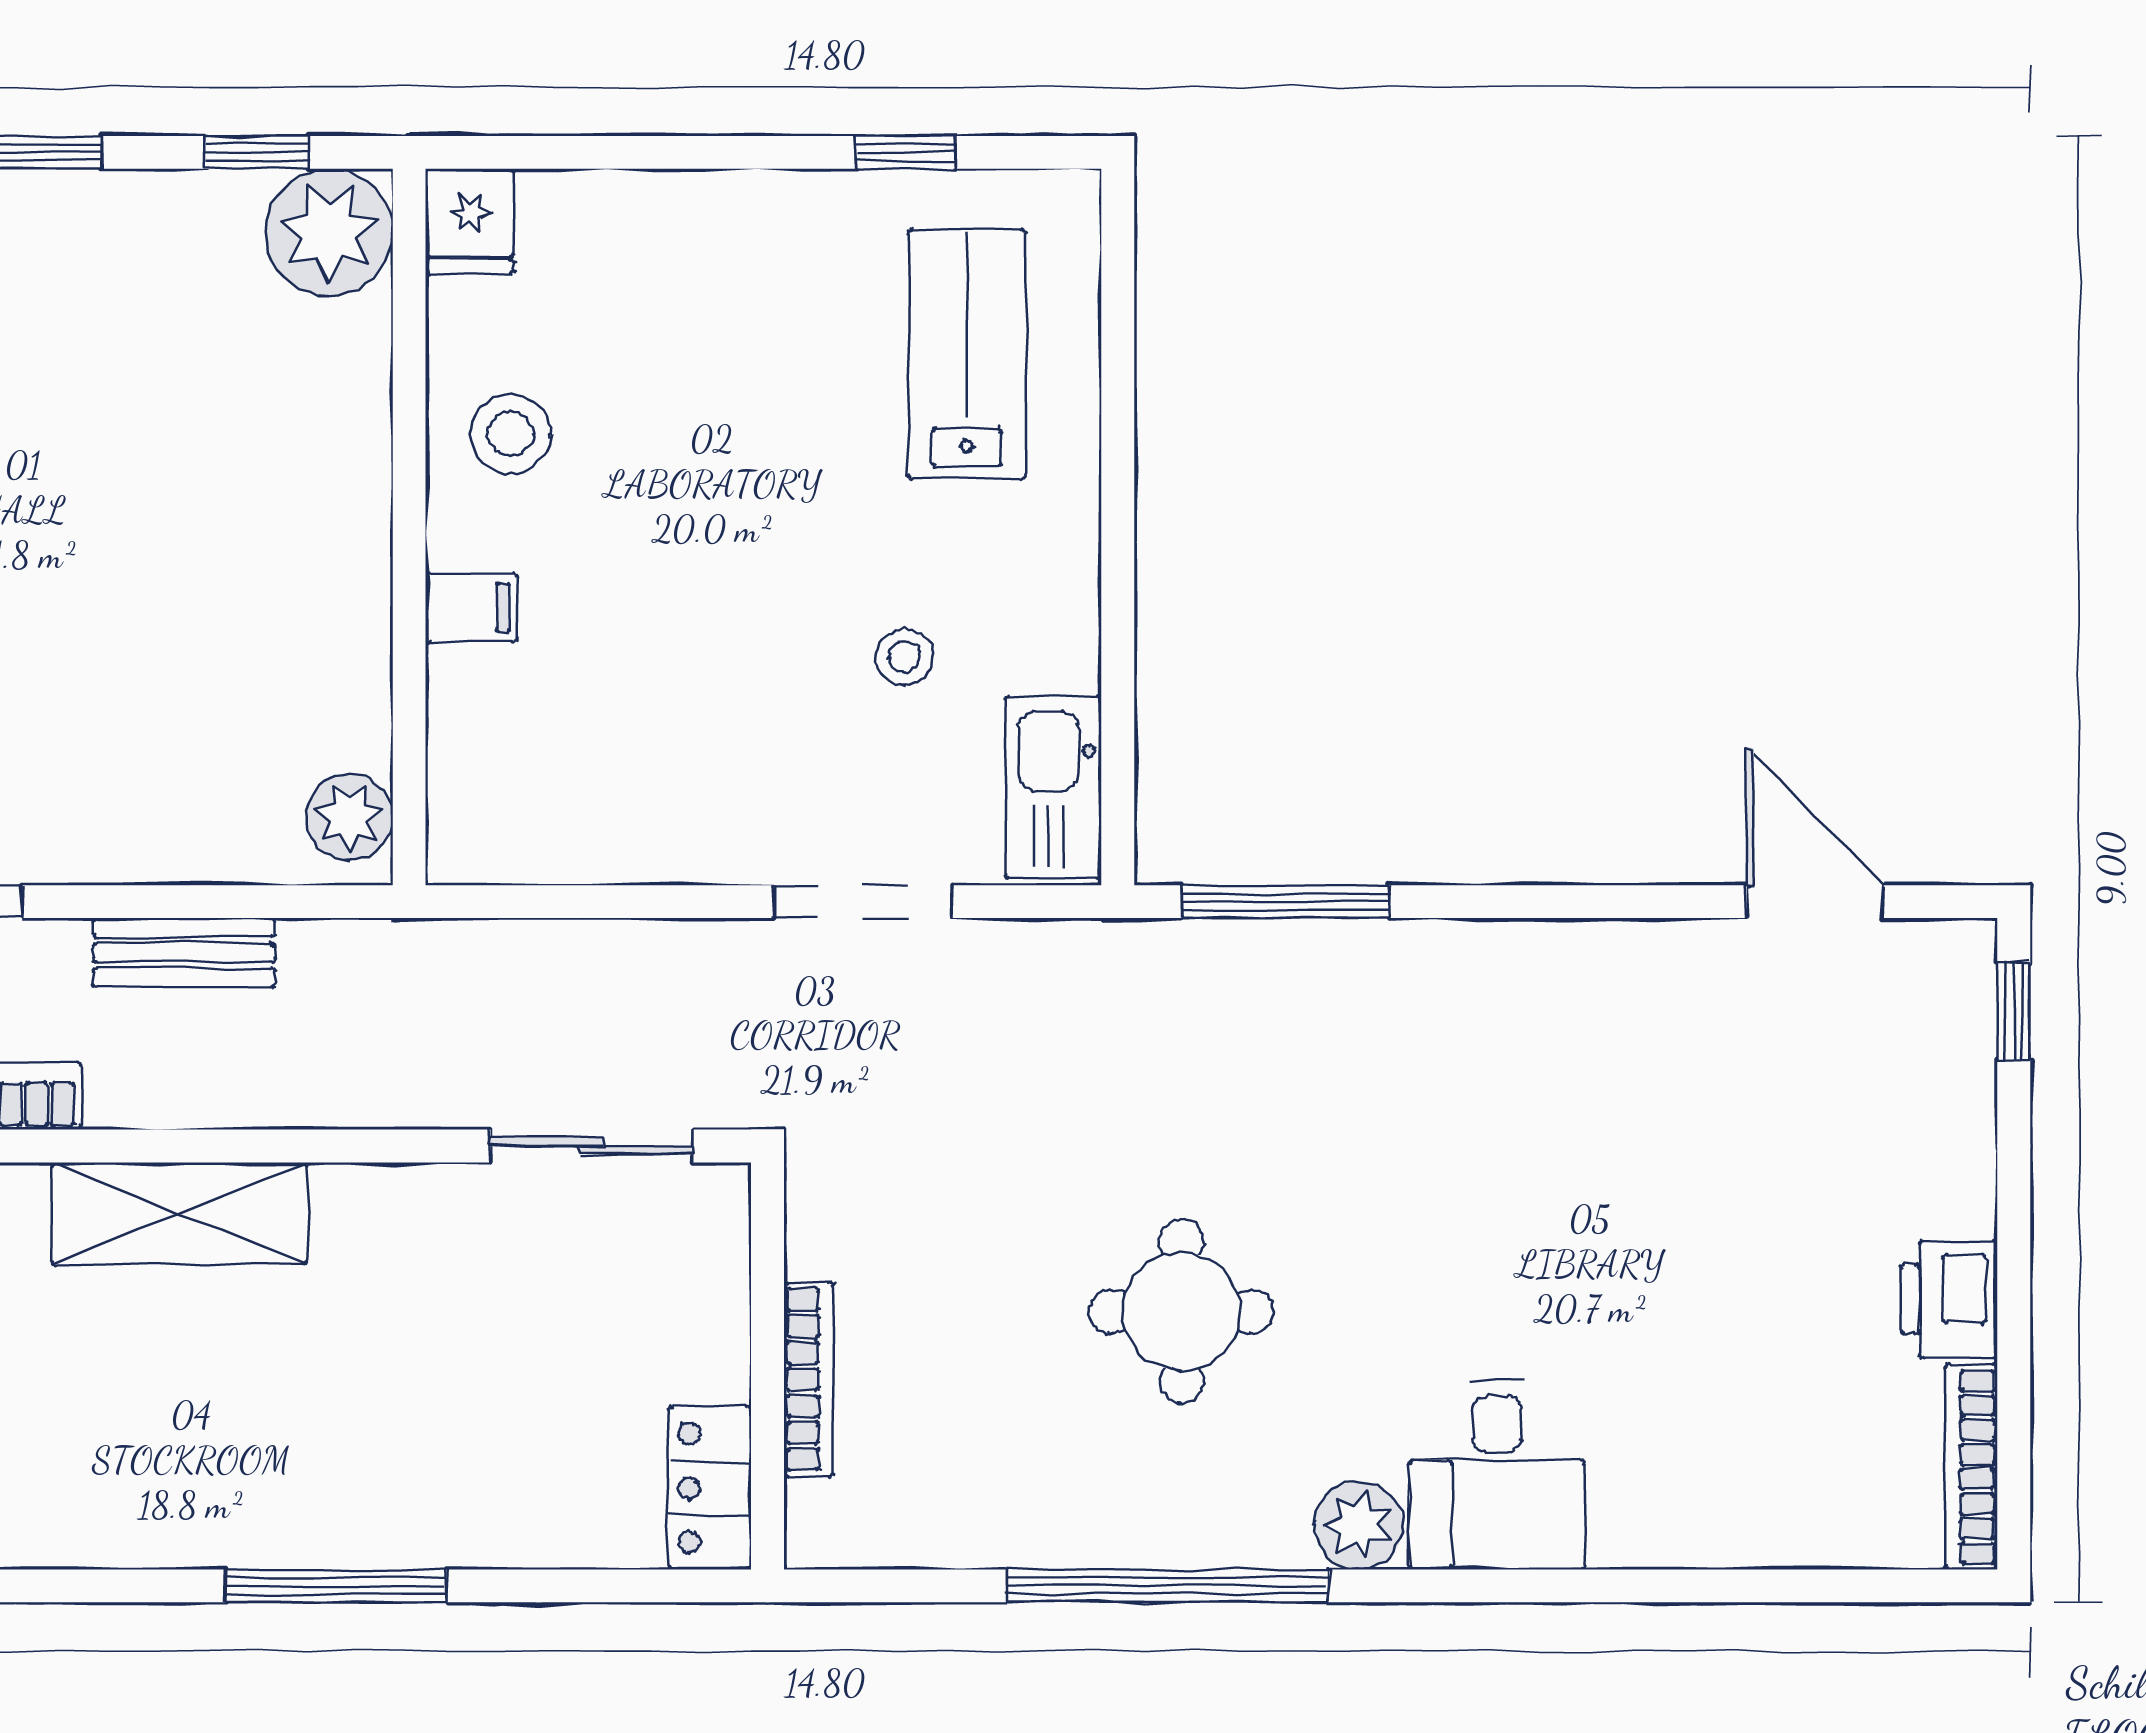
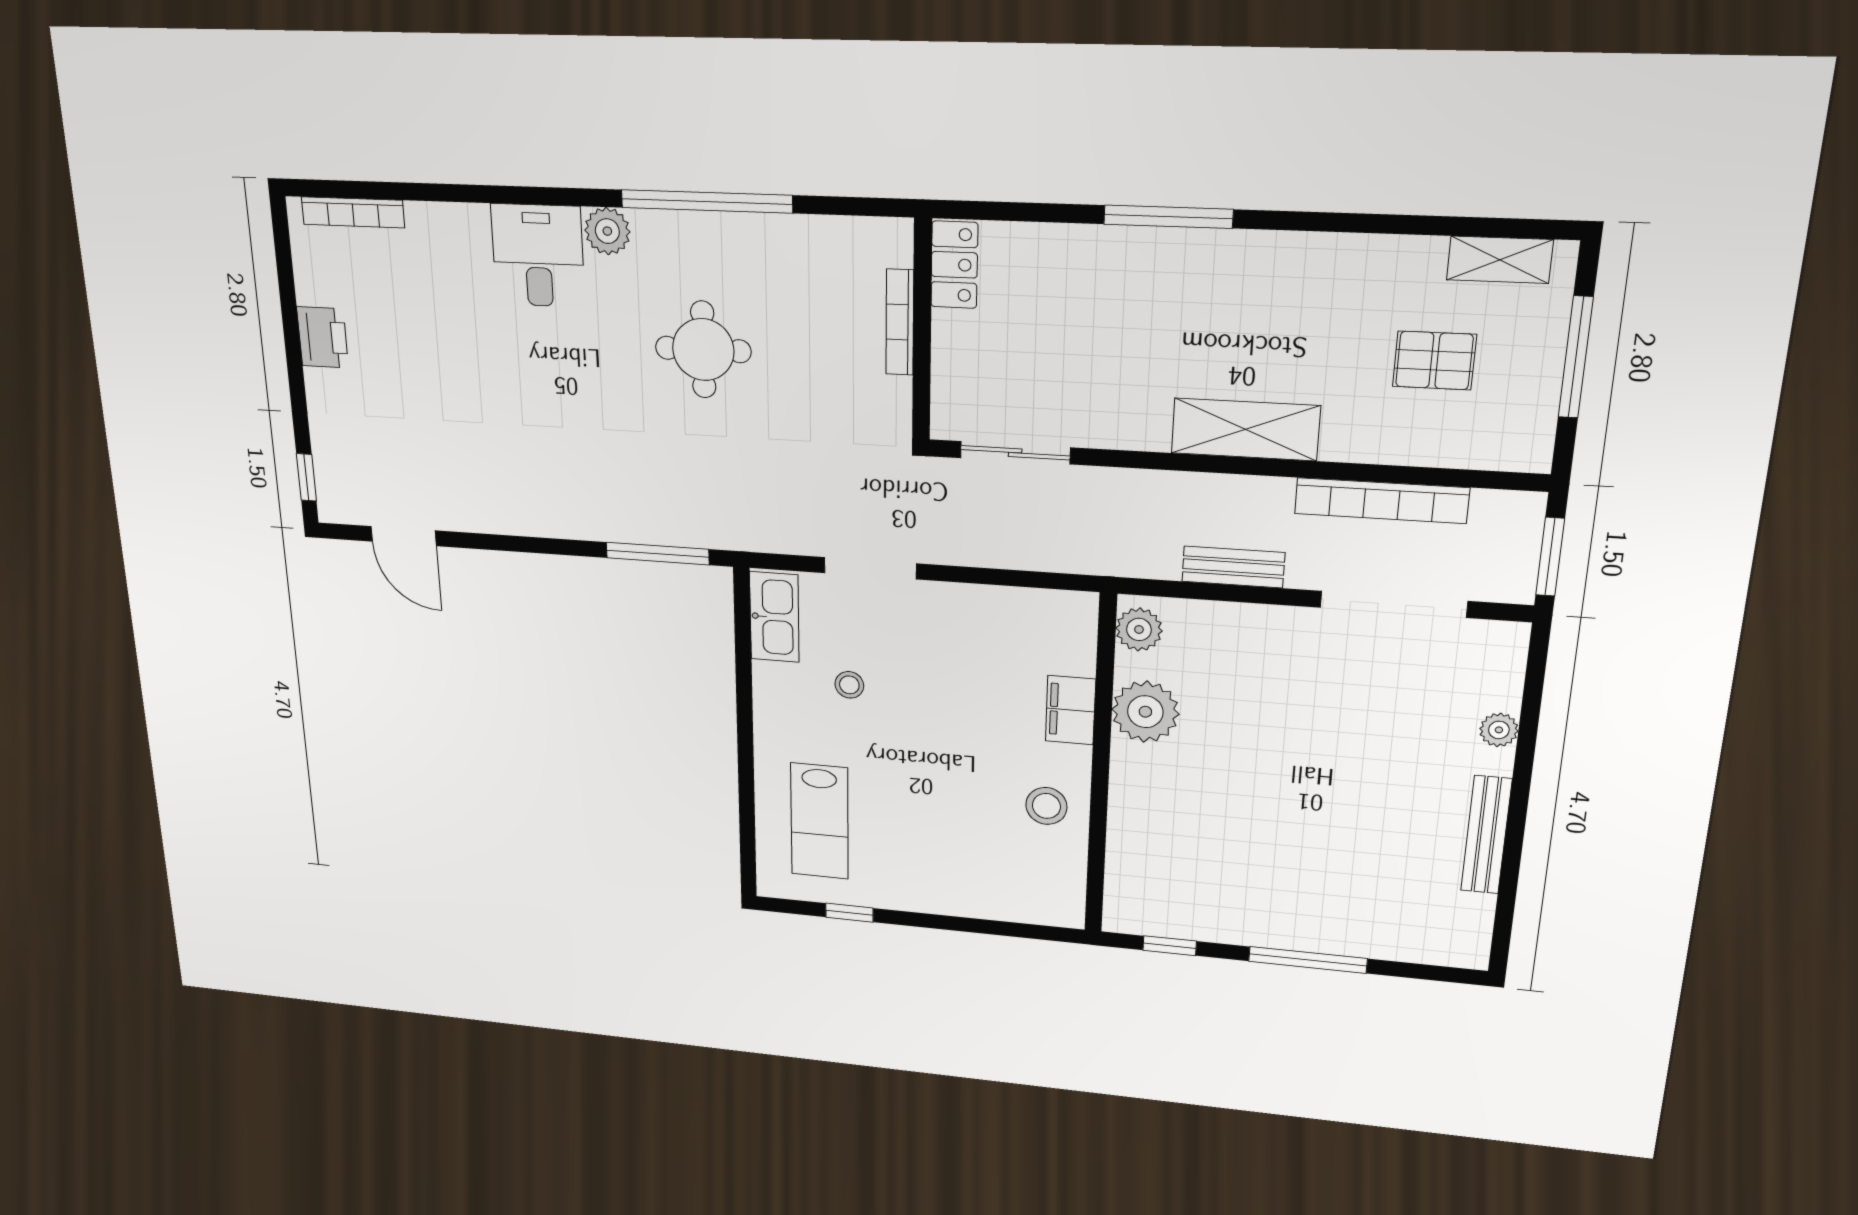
fridge: (470, 221) -> (1063, 904), removed
plant: (329, 232) -> (1145, 712), moved
filing cabinet: (471, 607) -> (1070, 710), width x2.00
bookcase: (1971, 1467) -> (353, 212), moved, turned 90

